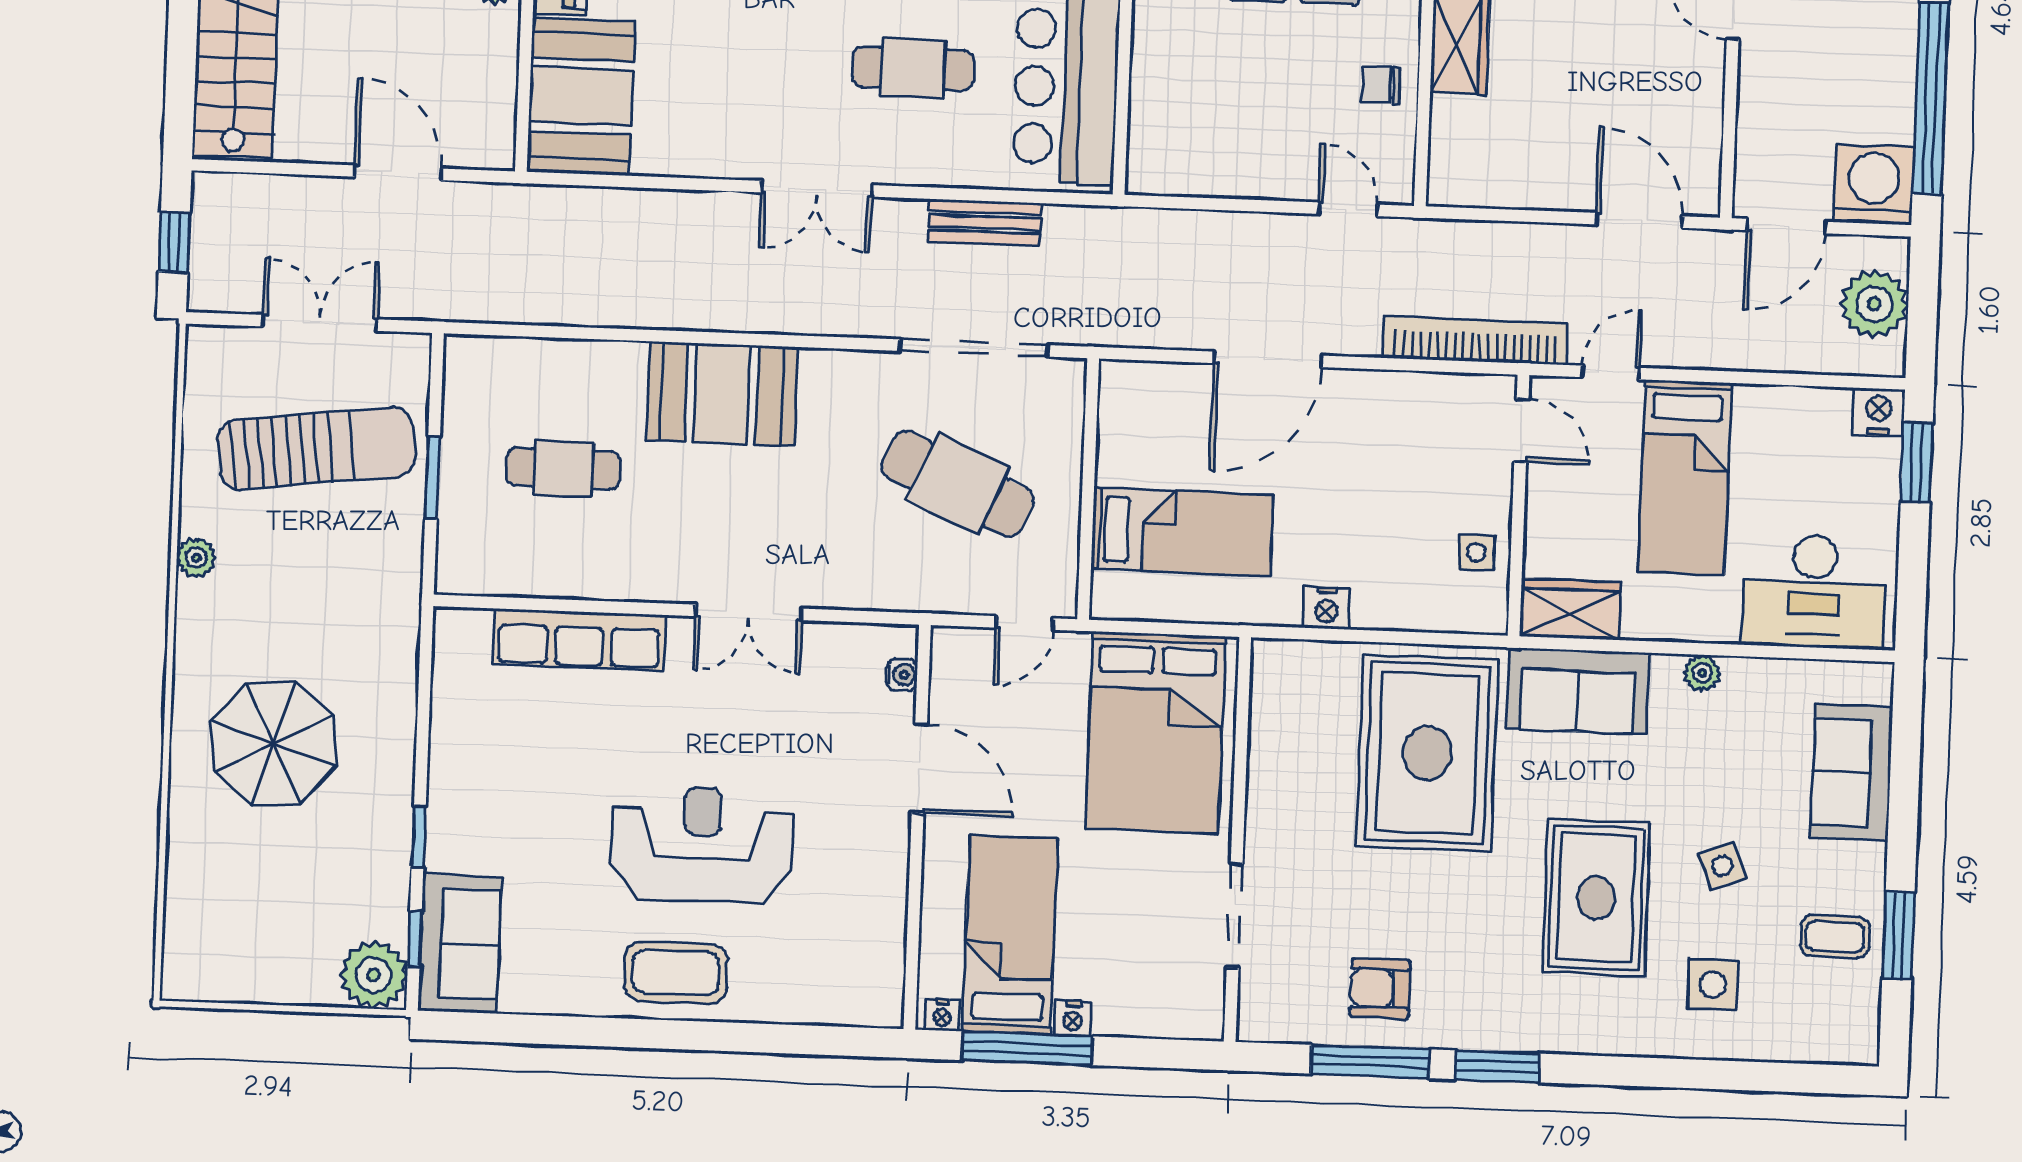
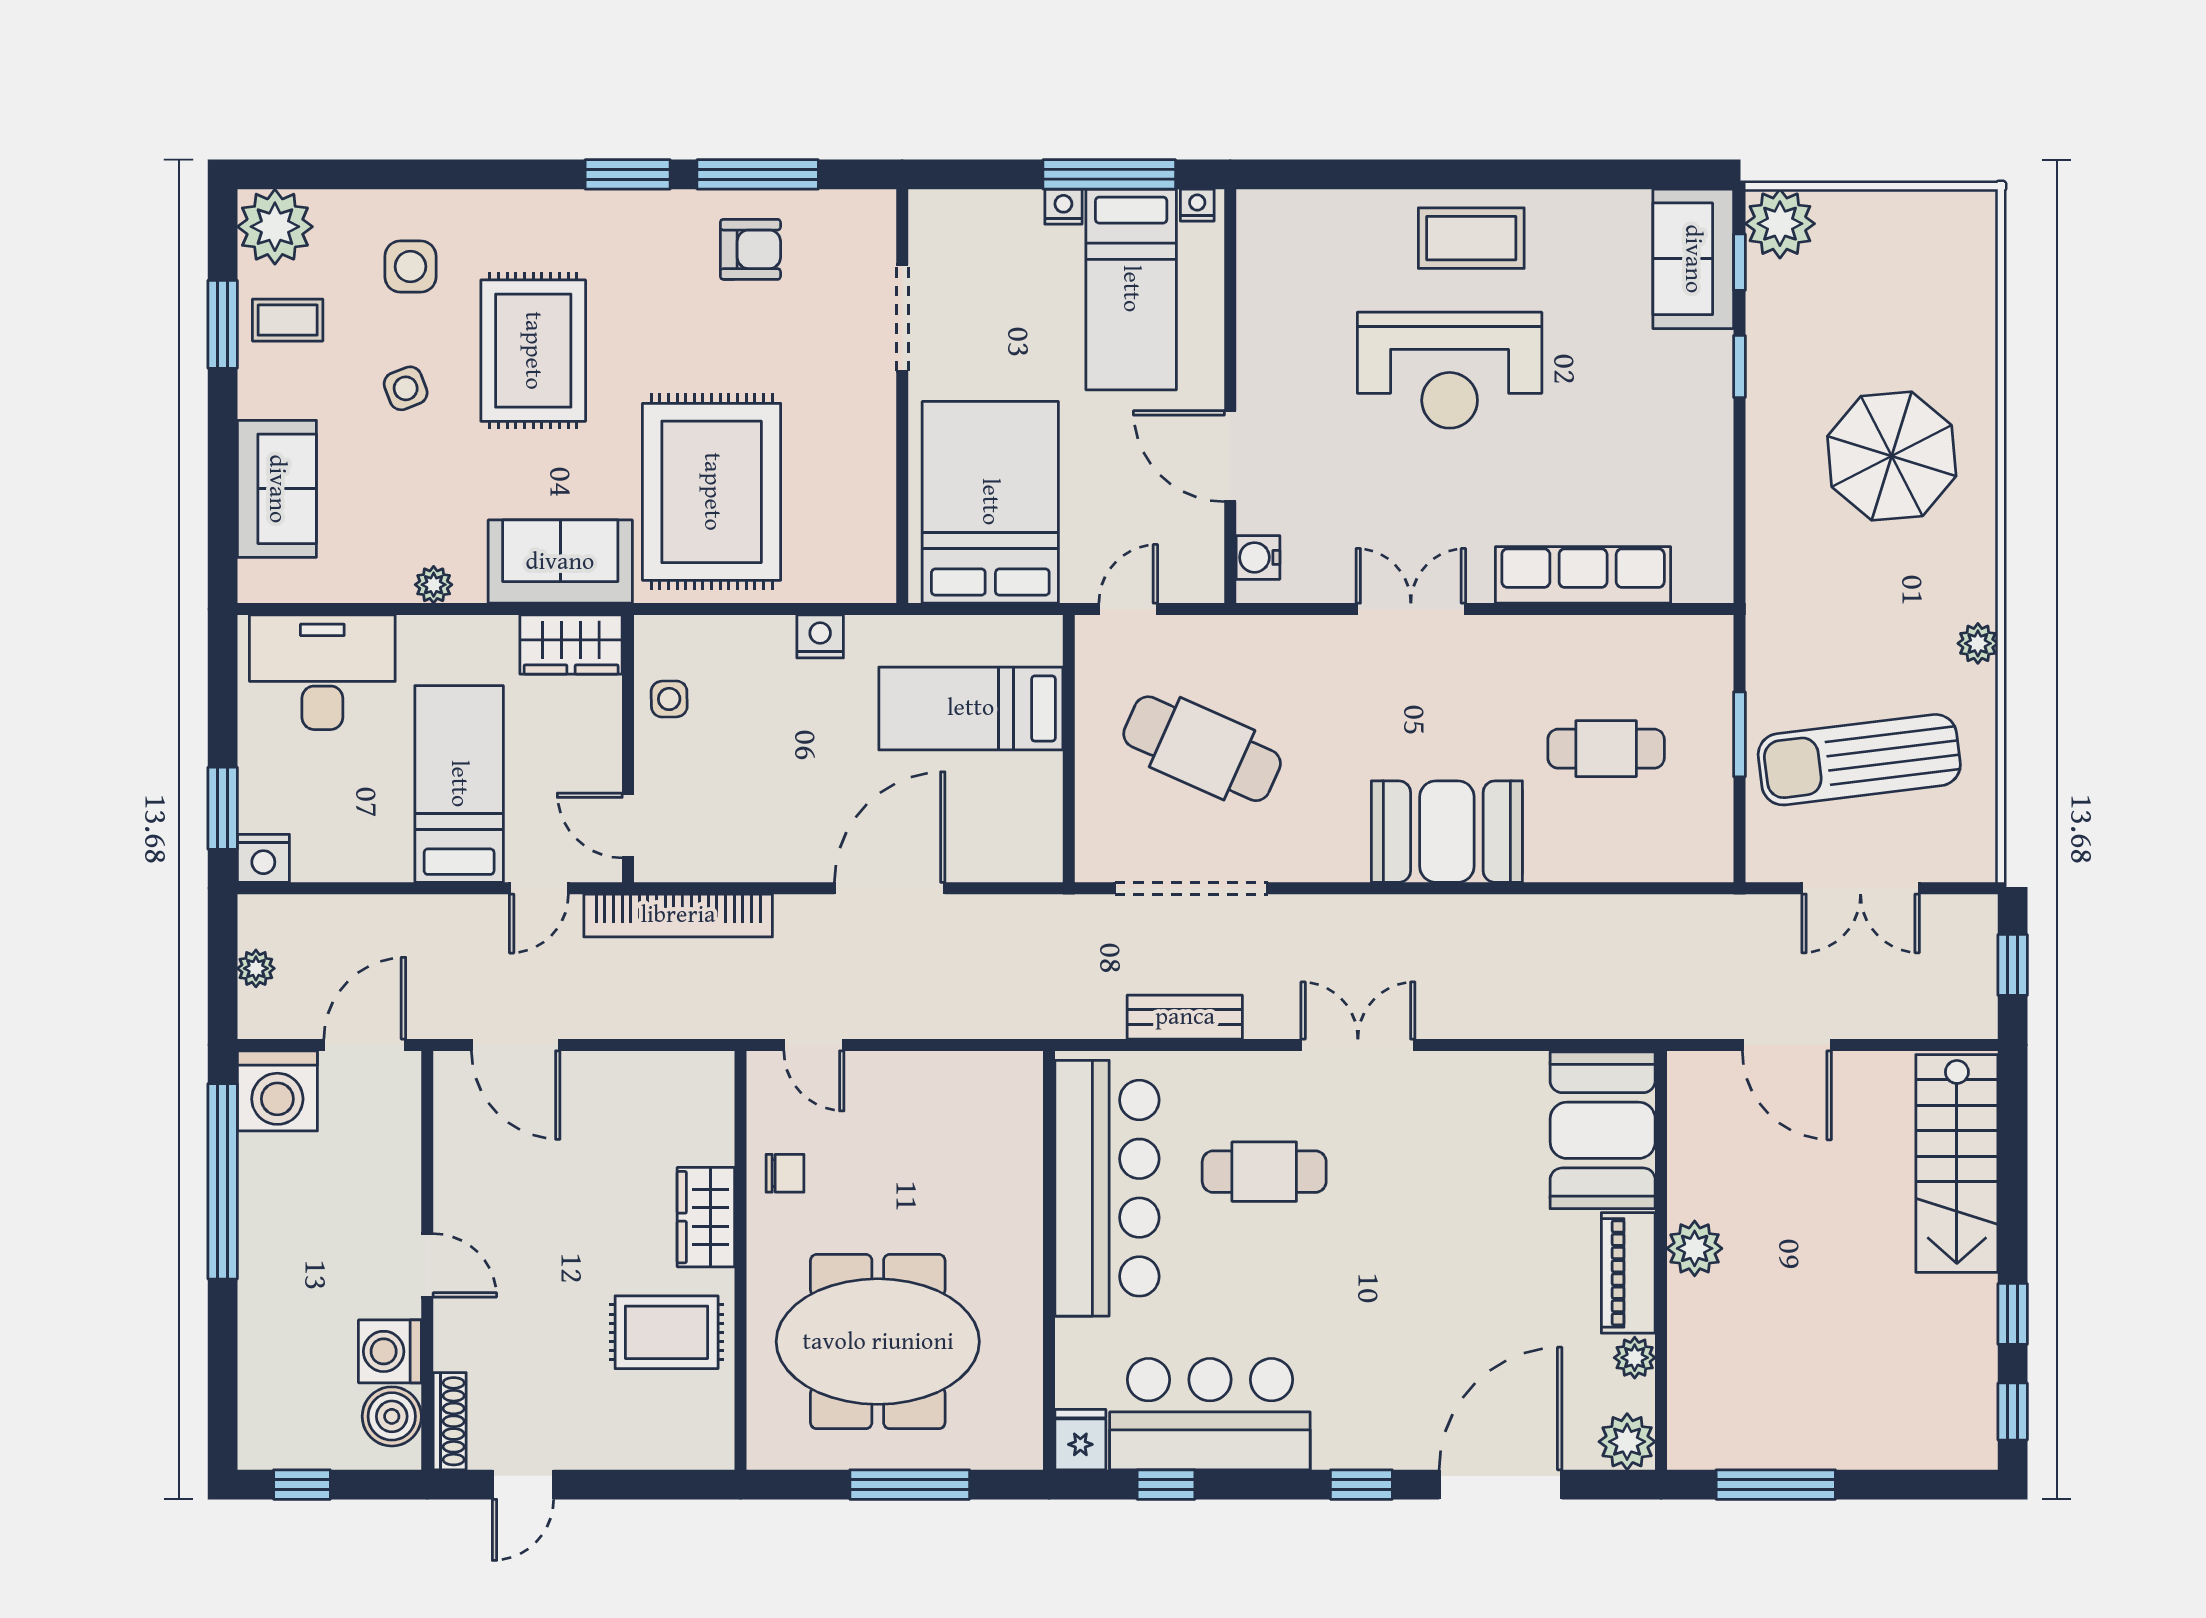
plant: (1874, 304) -> (256, 968), width x0.53, depth x0.53
water cooler: (902, 675) -> (1258, 557), width x1.38, depth x1.38
plant: (1844, 1029) -> (275, 227), added

